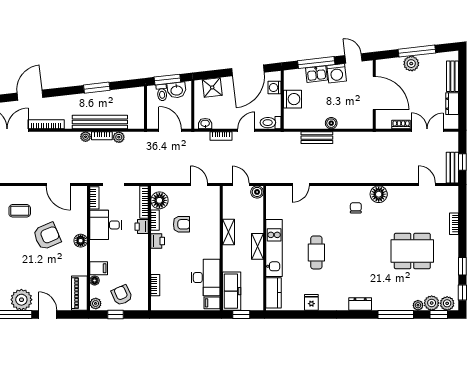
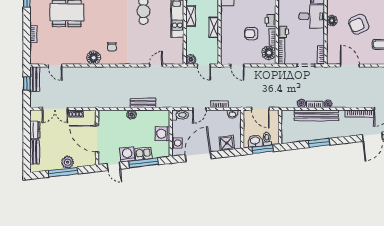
desk: (106, 225) -> (312, 16), moved

